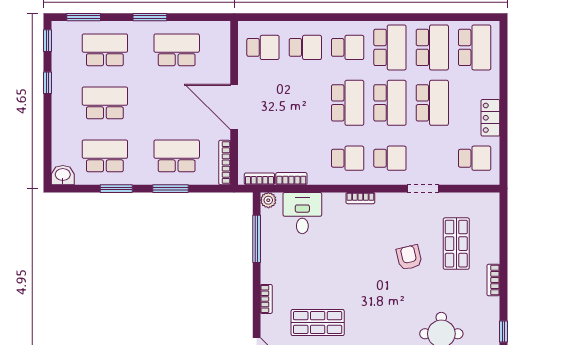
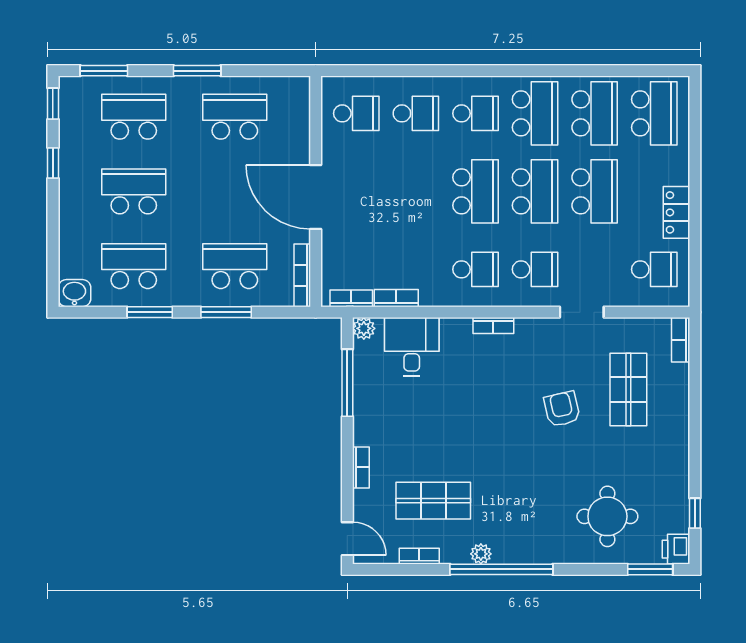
bookcase: (493, 280) -> (681, 340), moved

